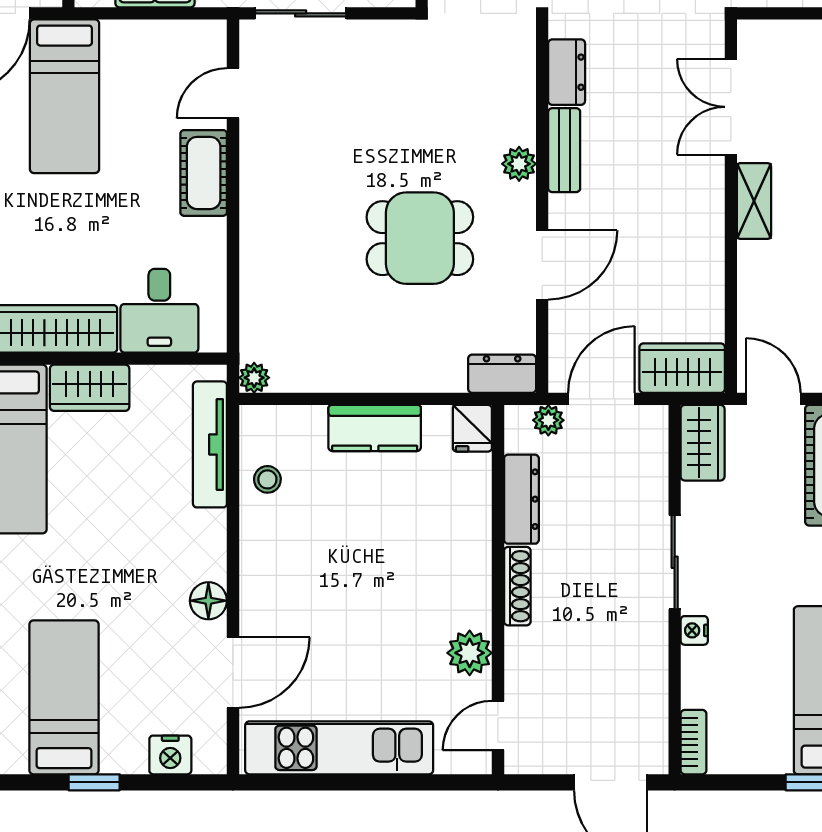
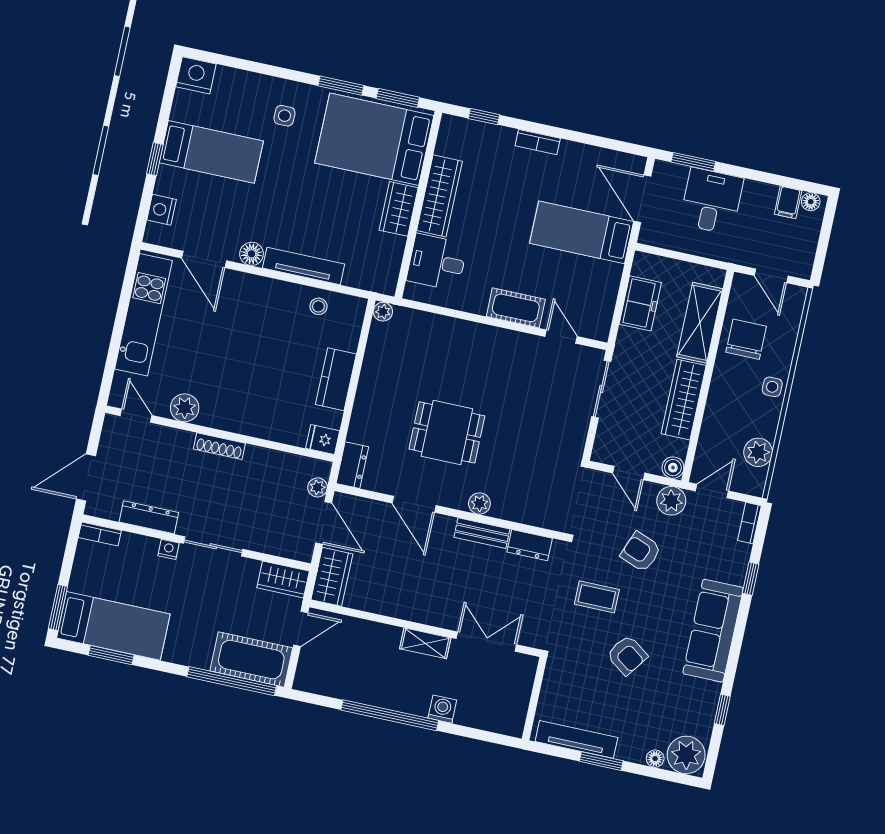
dining table: (420, 238) -> (447, 432), turned 90
tv unit: (210, 444) -> (304, 266), moved
dresser: (521, 499) -> (149, 517), moved, turned 180

